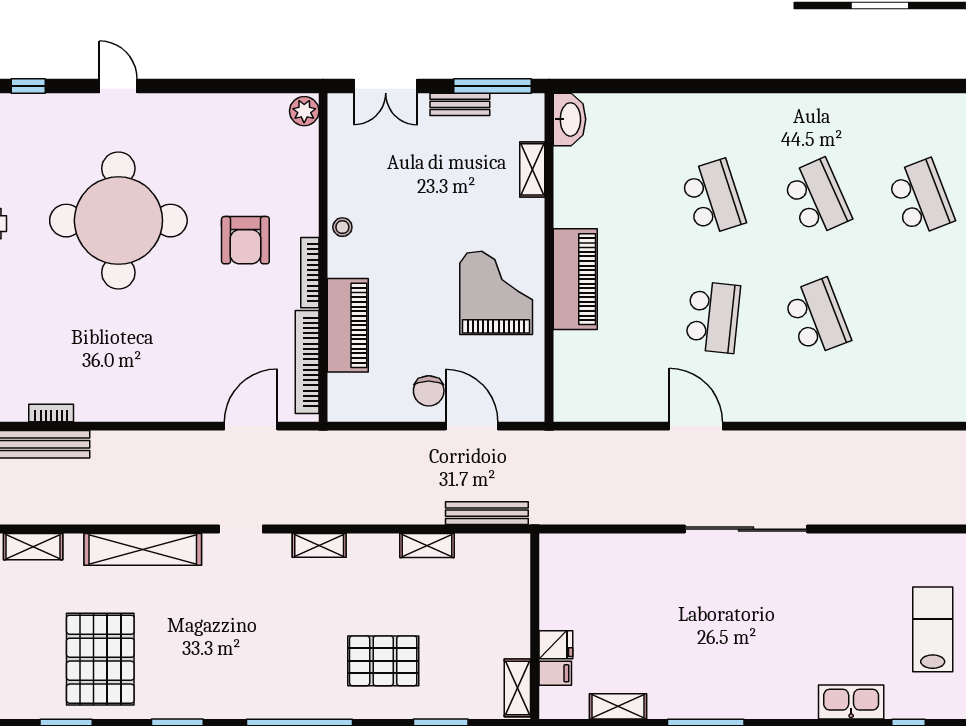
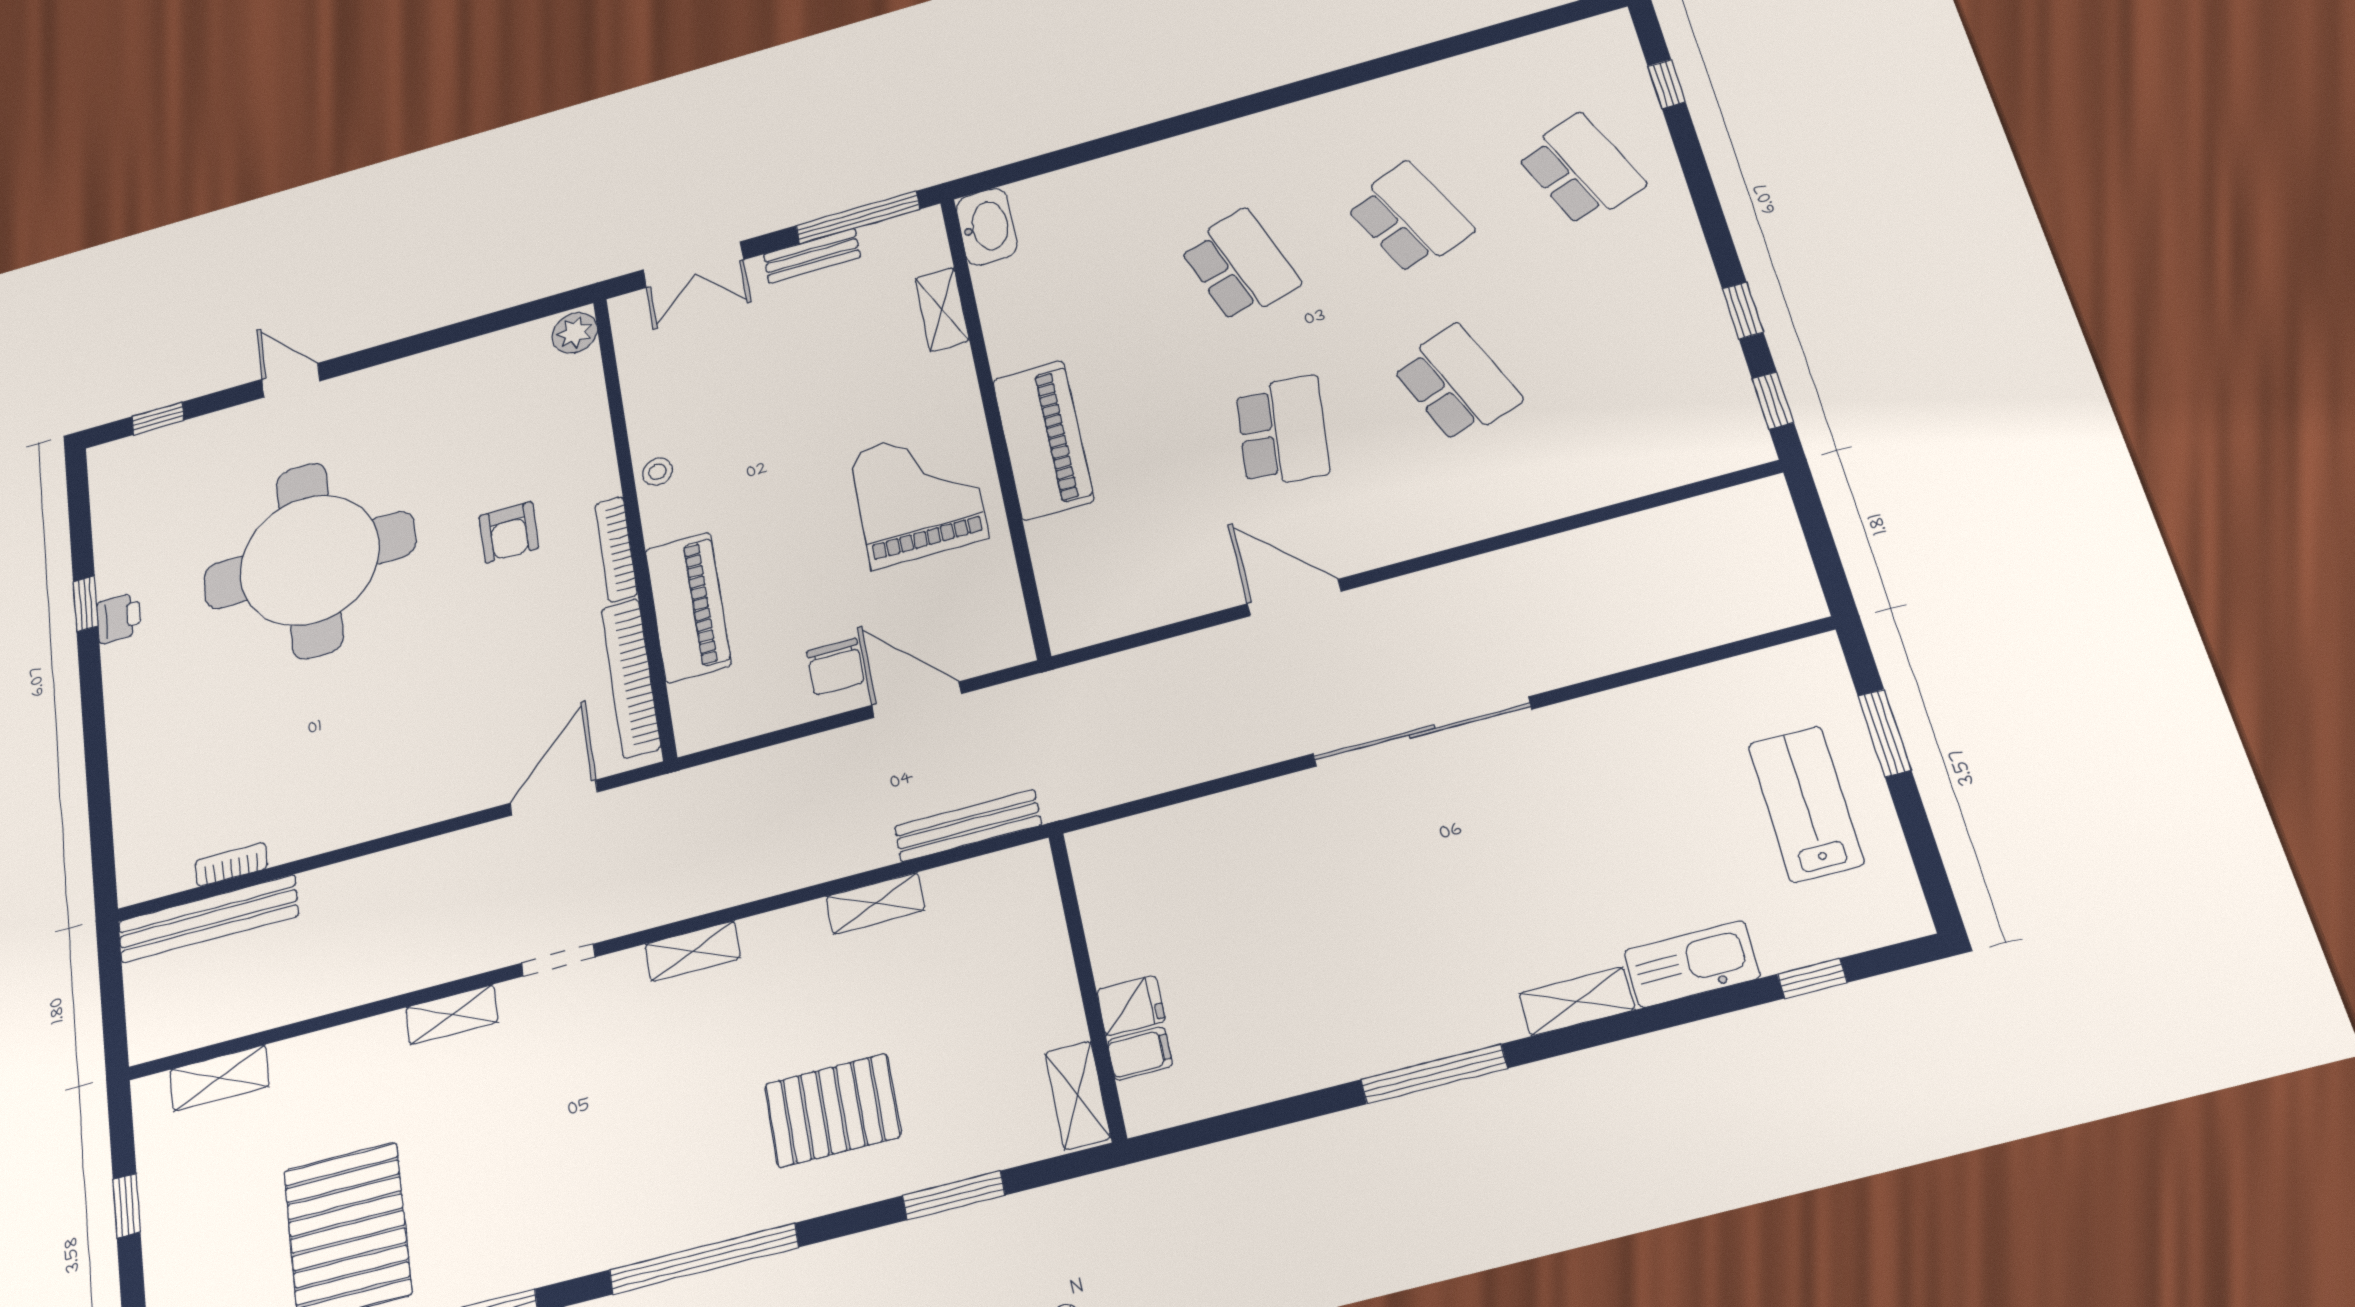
armchair: (245, 240) -> (509, 532), width x0.72, depth x0.72
shelving: (143, 549) -> (452, 1015), width x0.45, depth x0.75
shelving: (618, 706) -> (1577, 1001), moved

